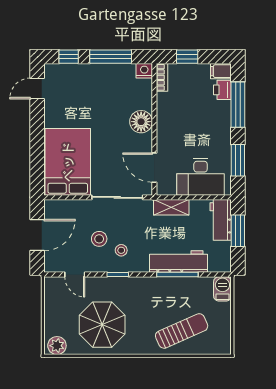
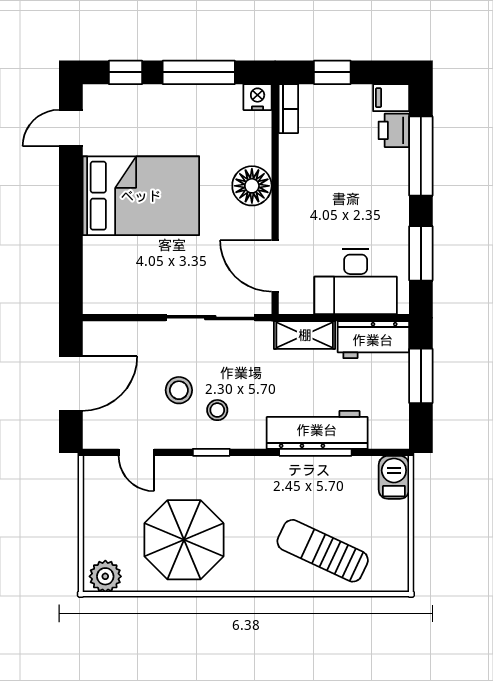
bed: (68, 162) -> (141, 196), moved, turned 90
workbench: (221, 220) -> (373, 340), moved, turned -90
sun lounger: (182, 331) -> (323, 551), turned -131

